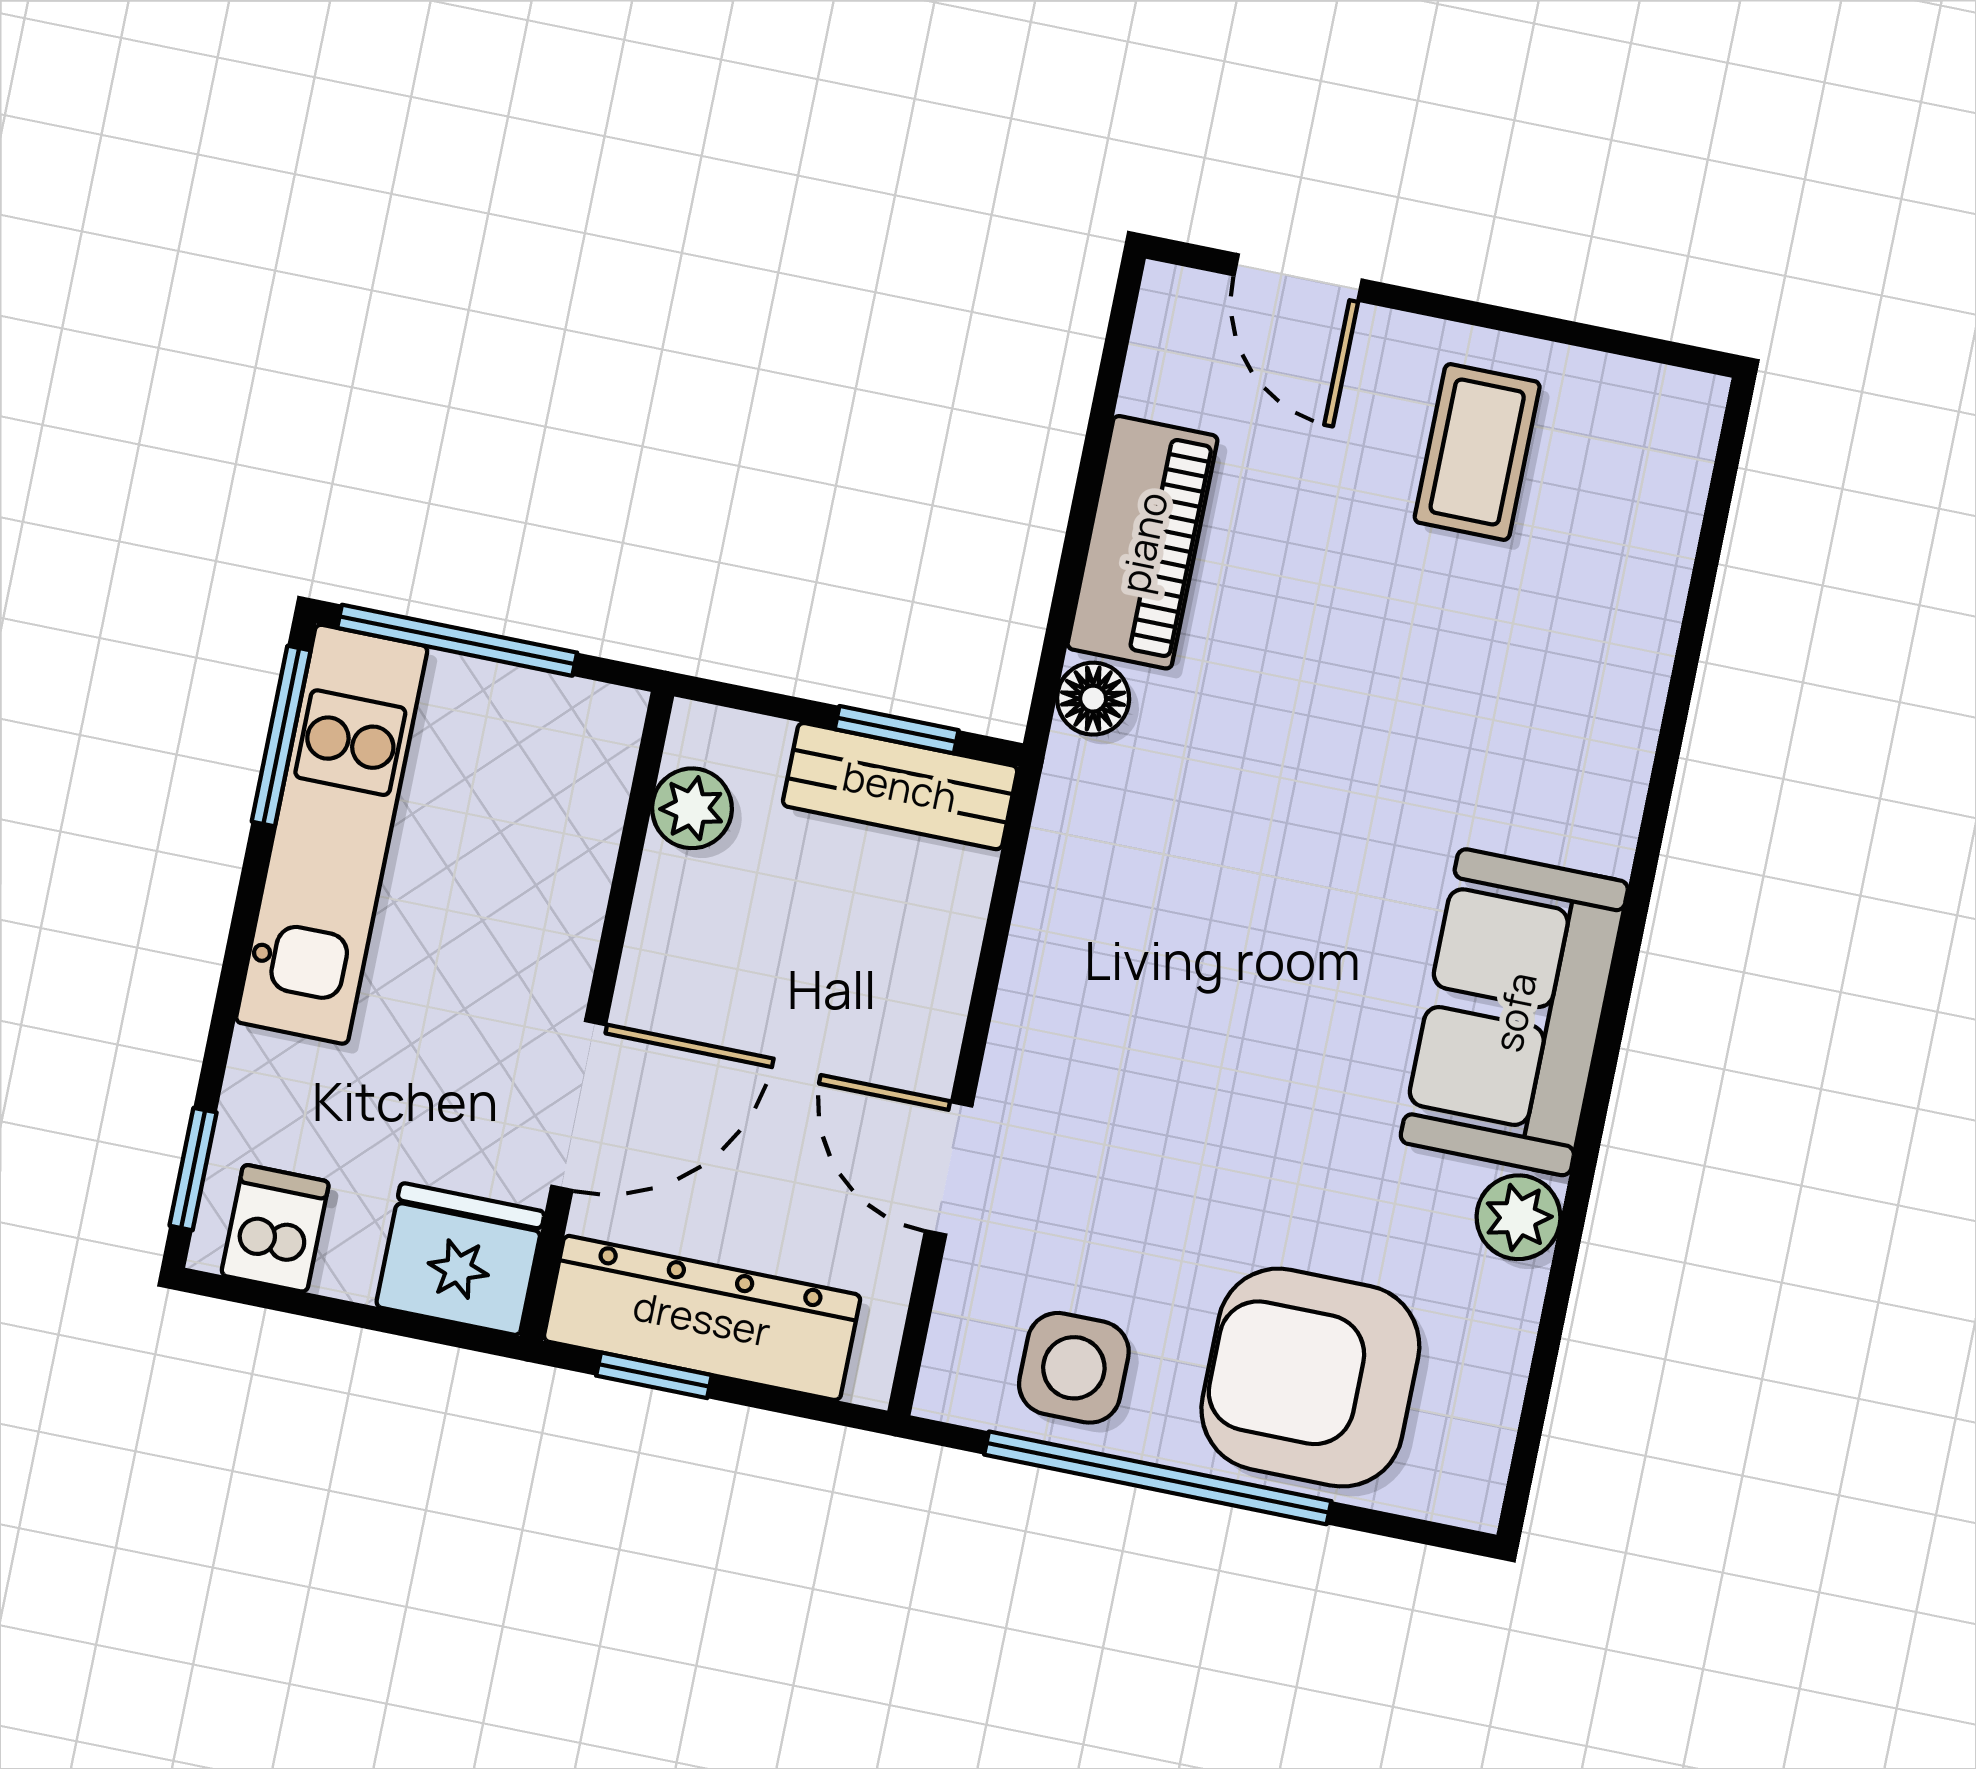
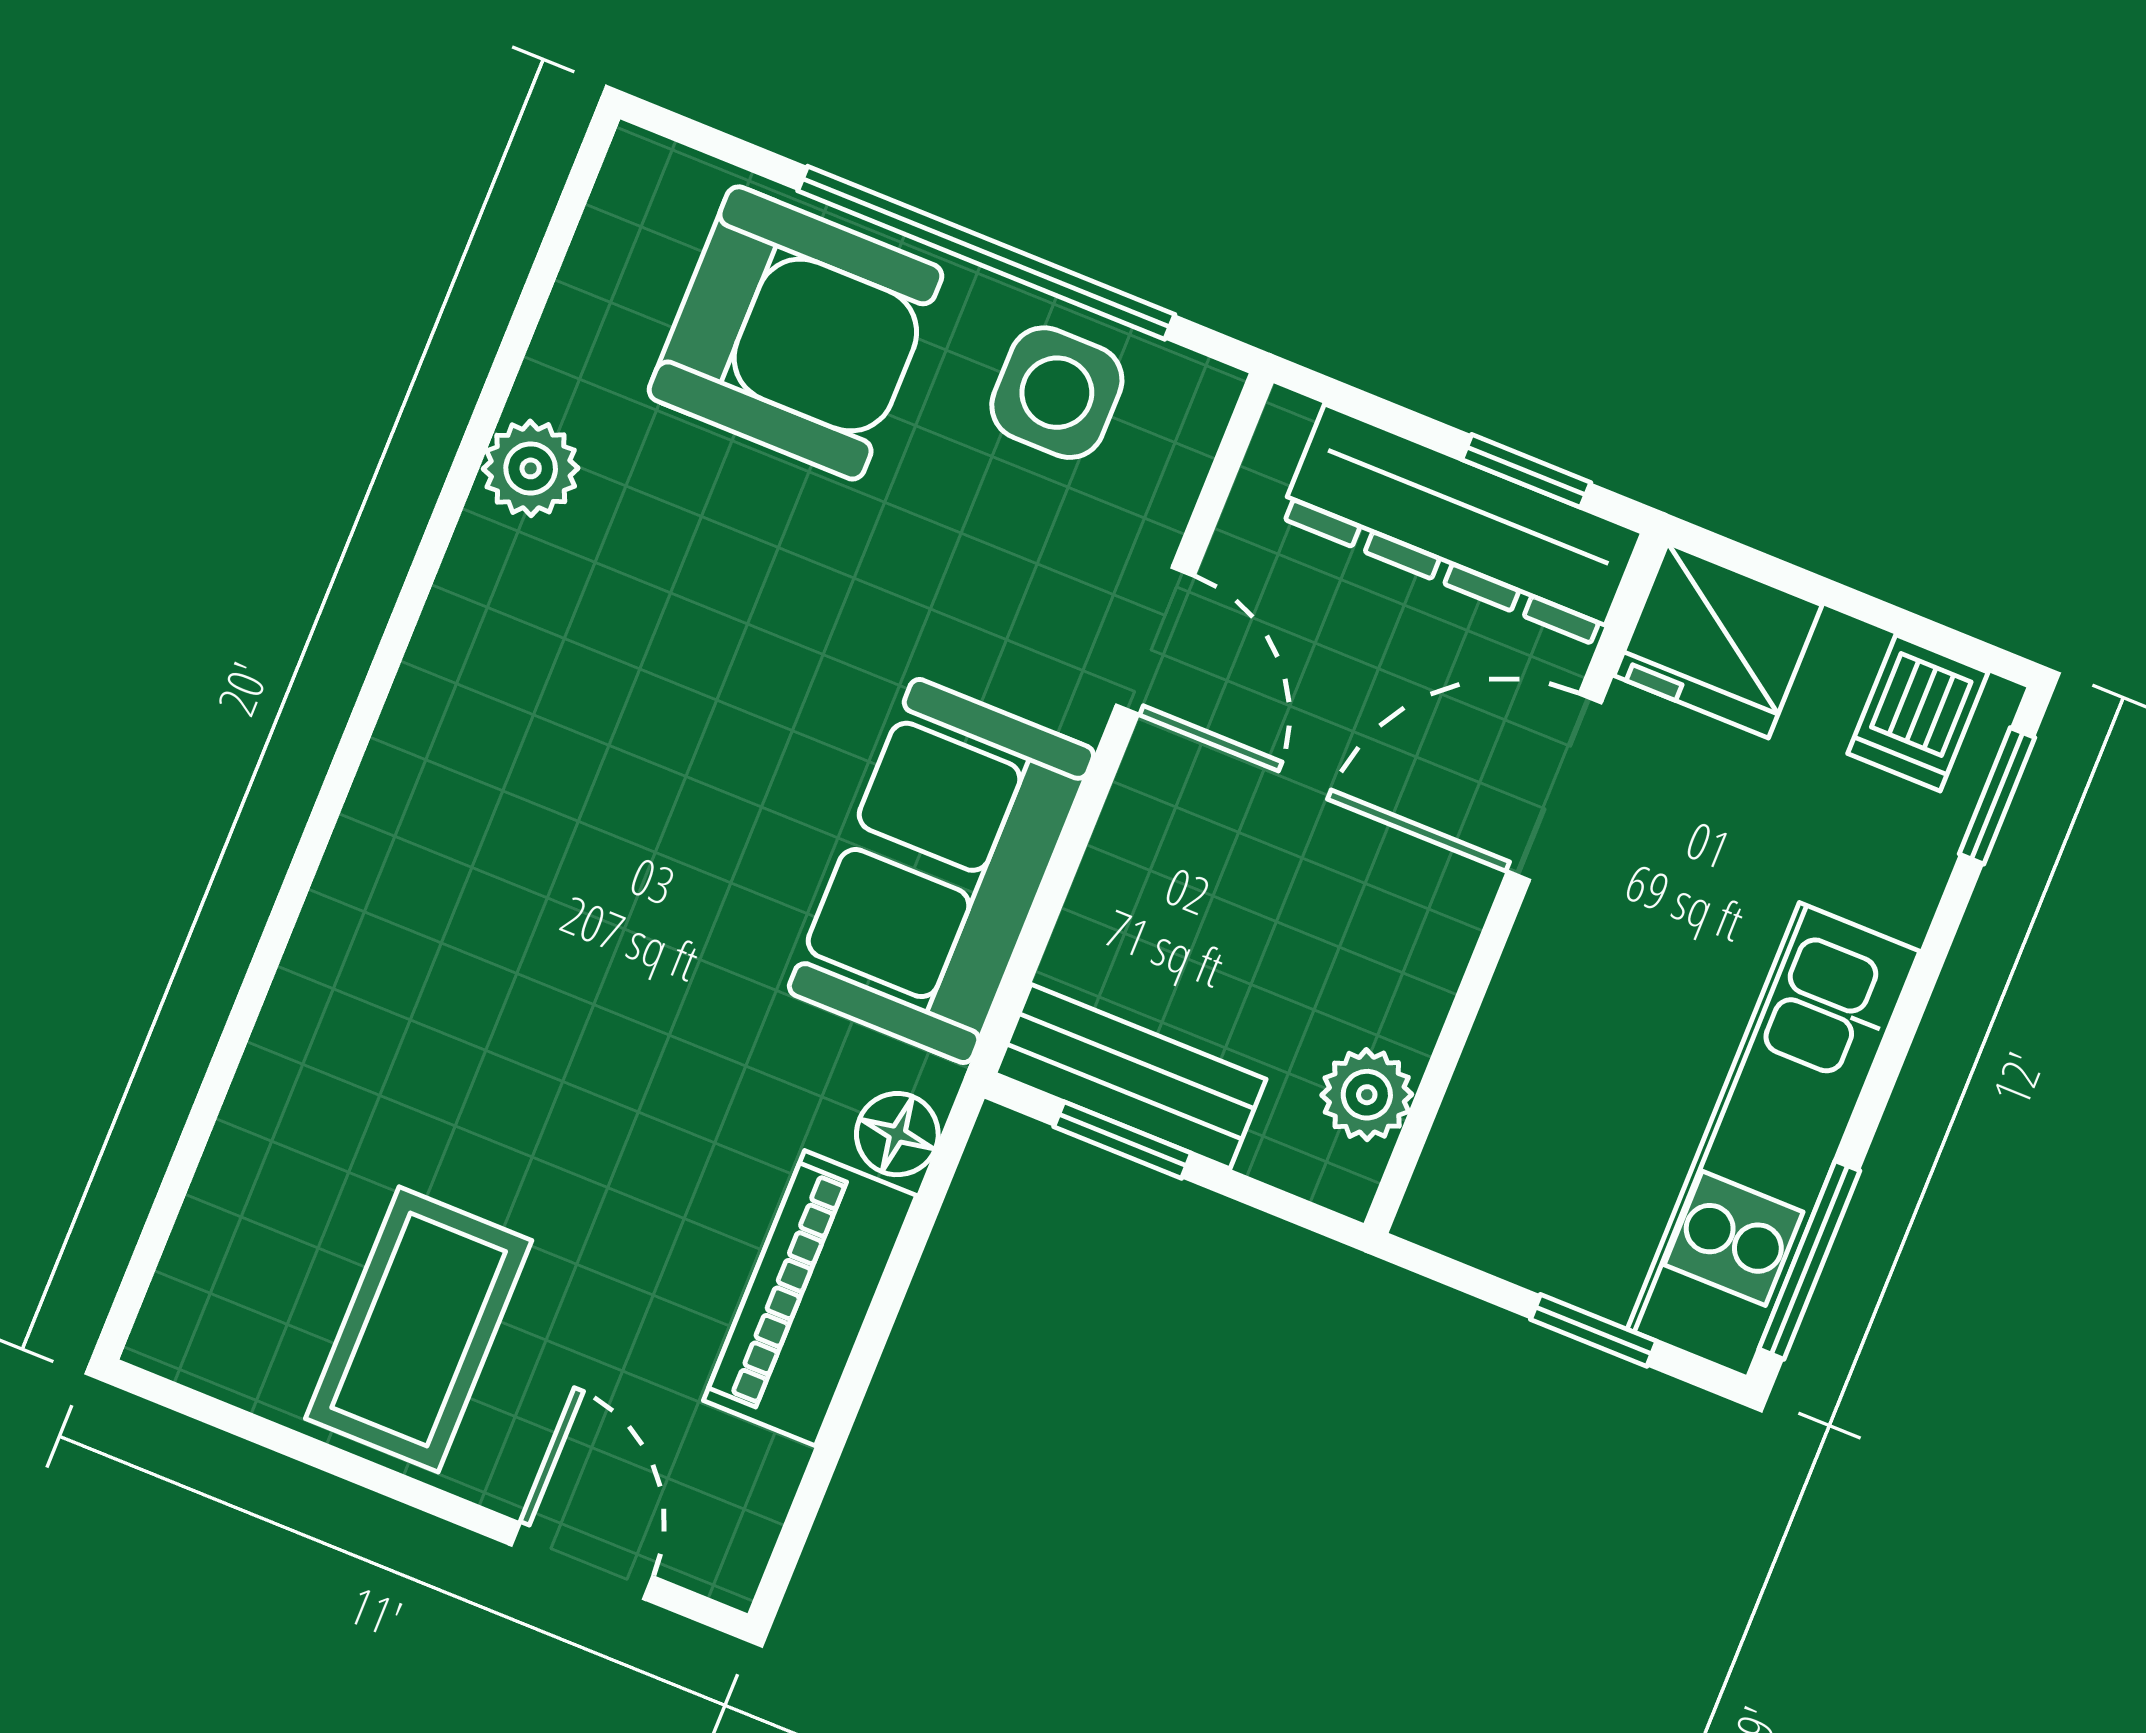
coffee table: (1477, 452) -> (419, 1329), width x1.36, depth x1.30
window: (457, 640) -> (1594, 1330), width x0.46
sofa: (1514, 1012) -> (941, 871), moved, turned 180

